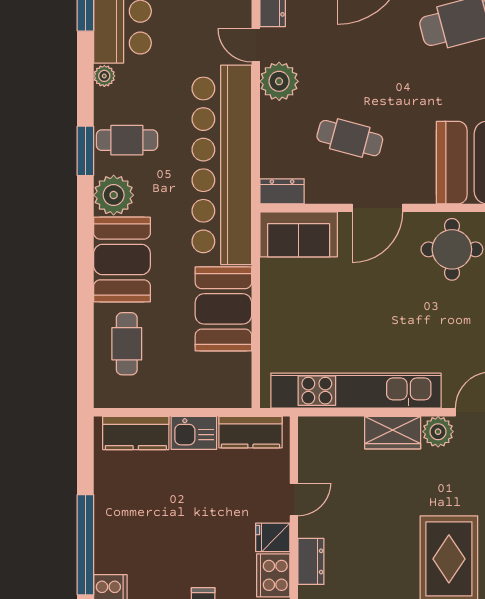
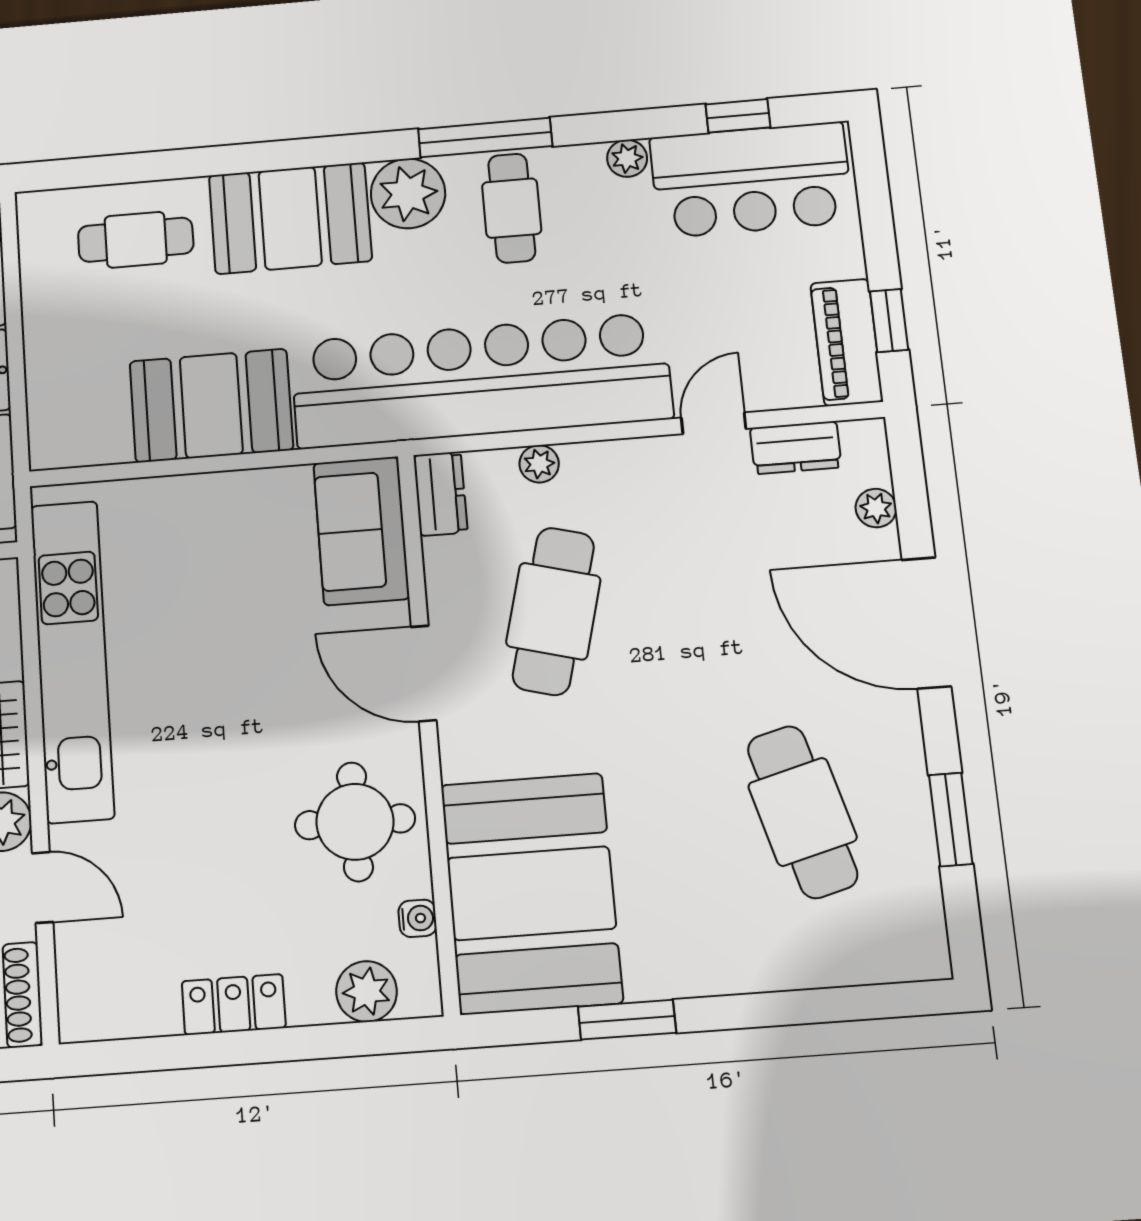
plant: (279, 81) -> (539, 464), moved, width x0.53, depth x0.53
cafe table: (350, 138) -> (553, 611), width x1.37, depth x1.35
window: (85, 151) -> (485, 138), width x1.44

